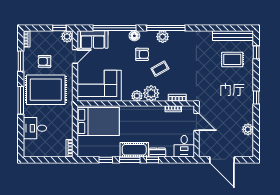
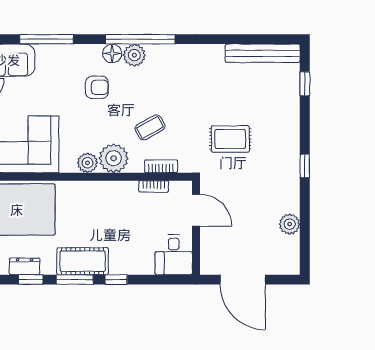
window: (114, 28) -> (47, 39), width x0.68
floor lamp: (134, 36) -> (112, 53), moved
rug: (232, 59) -> (230, 139), moved
coffee table: (160, 69) -> (150, 127), moved
dresser: (157, 153) -> (25, 266), moved

